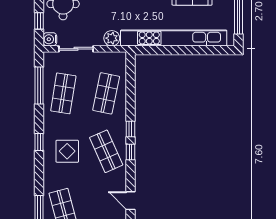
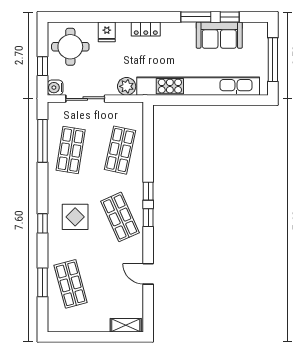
window: (39, 142) -> (43, 223), moved

